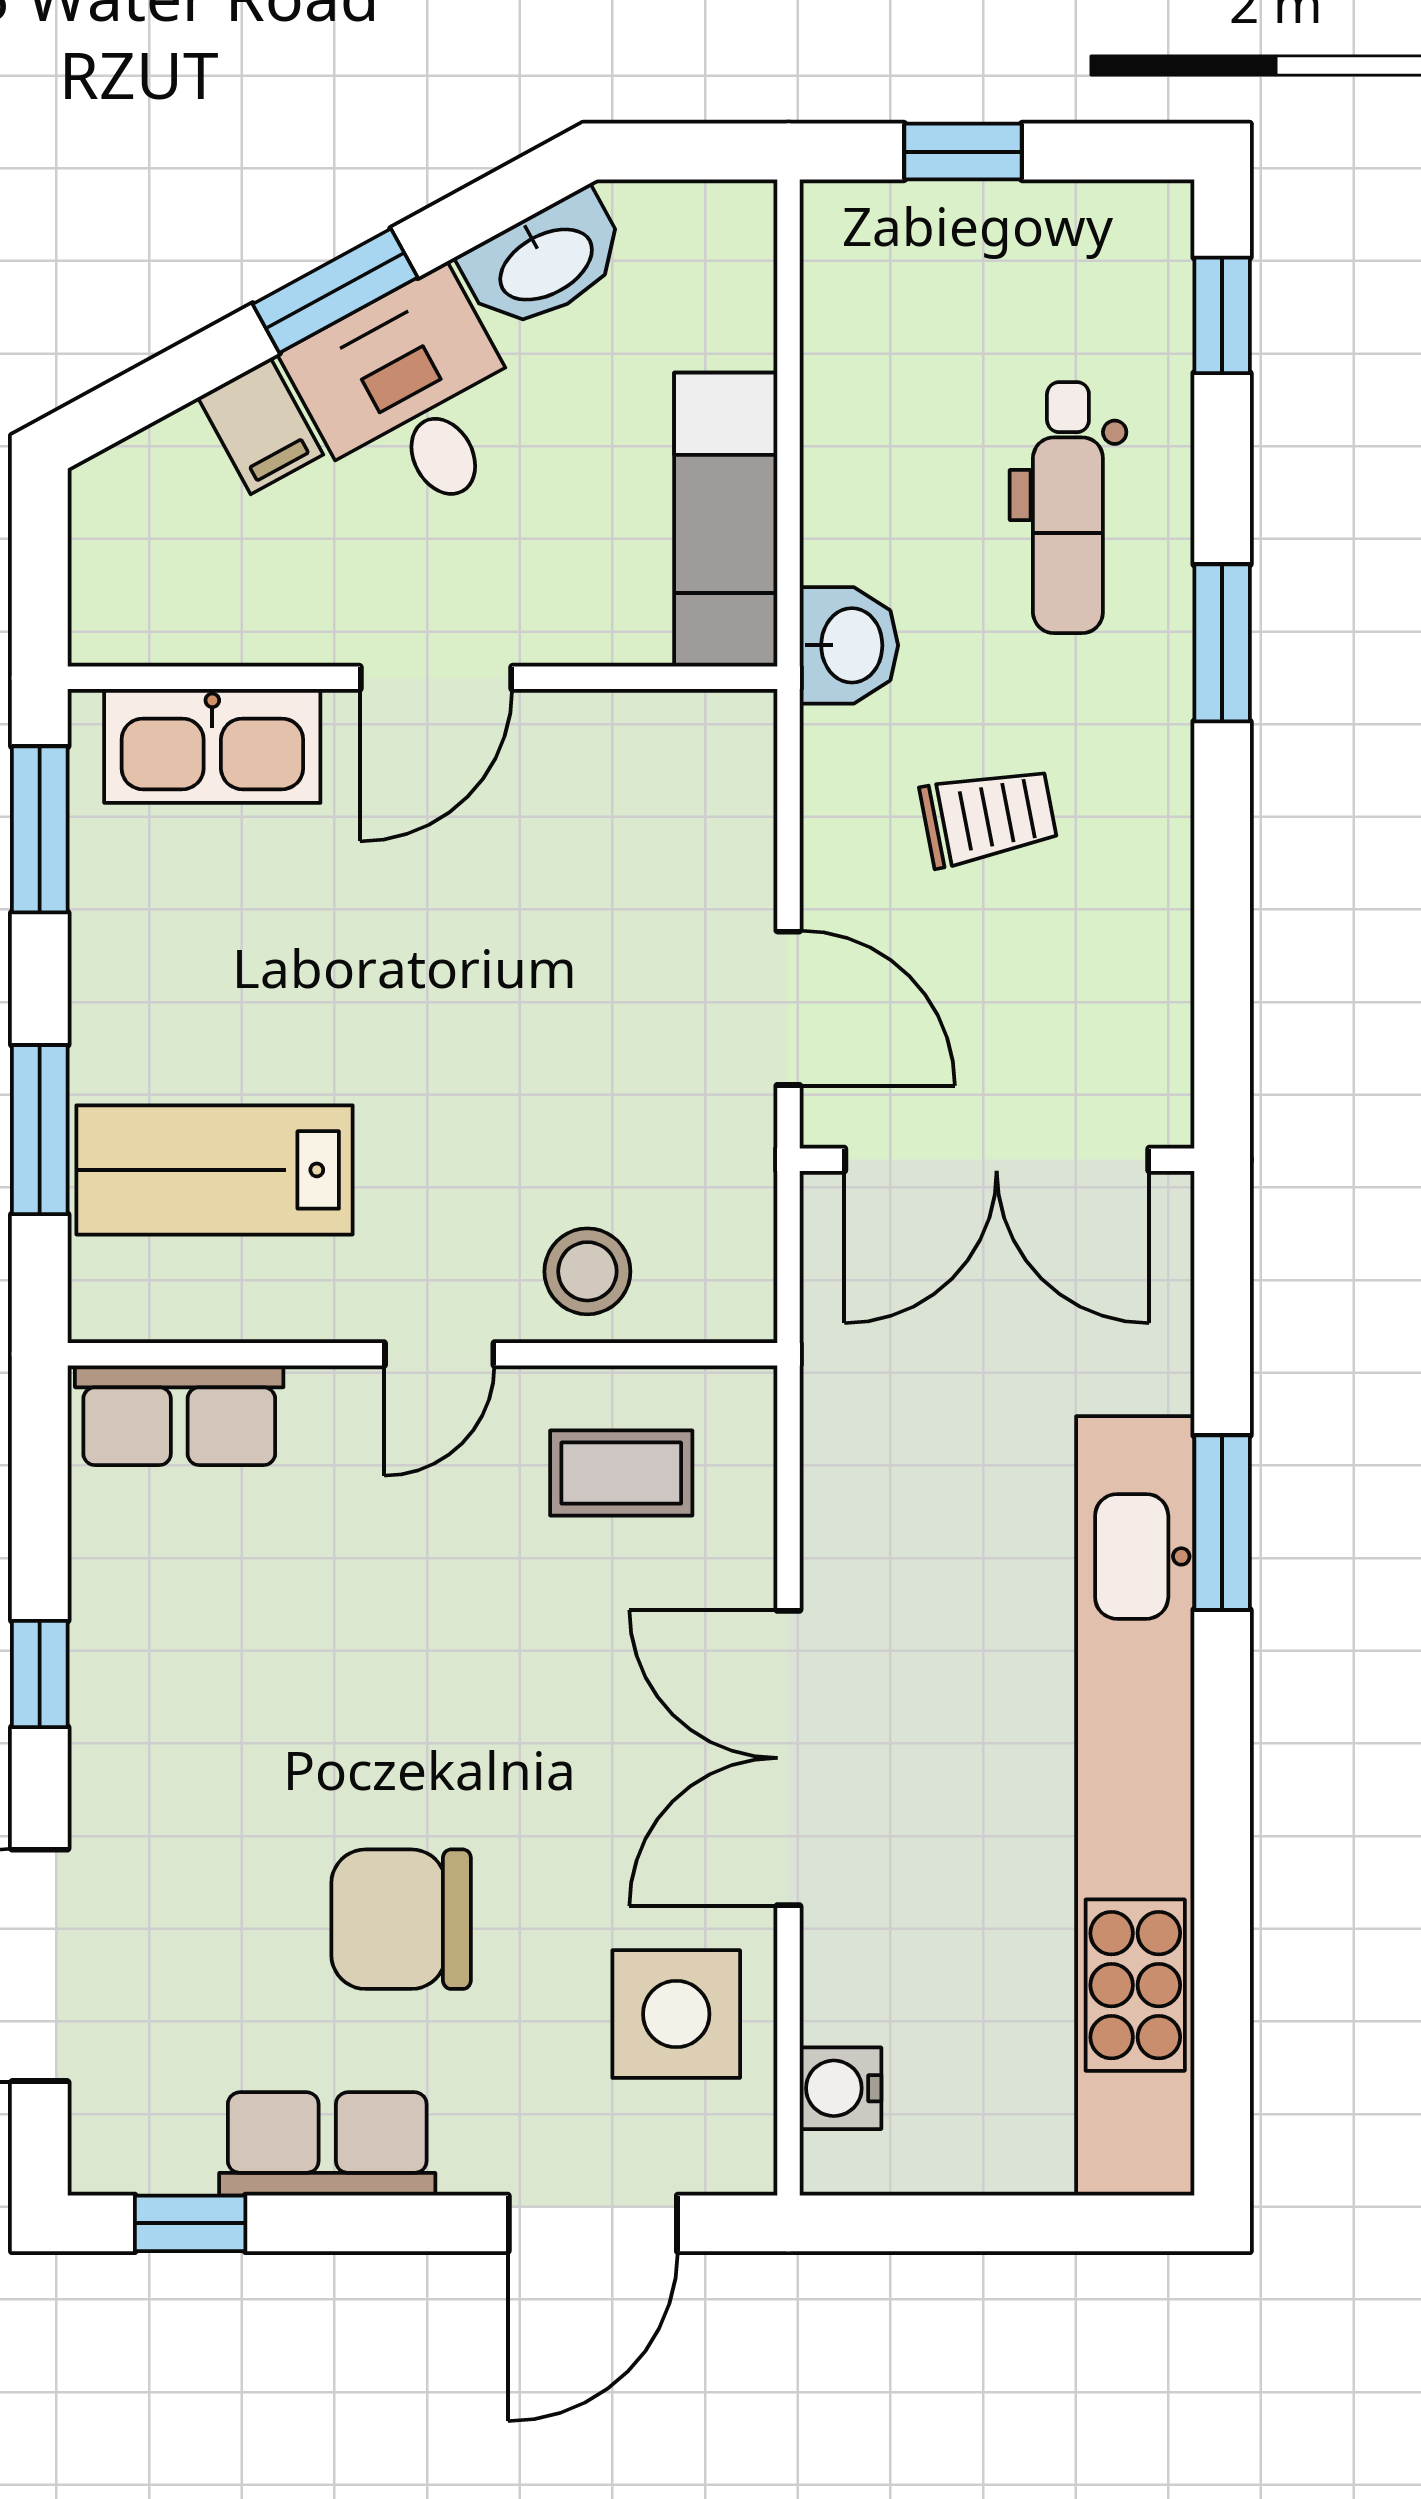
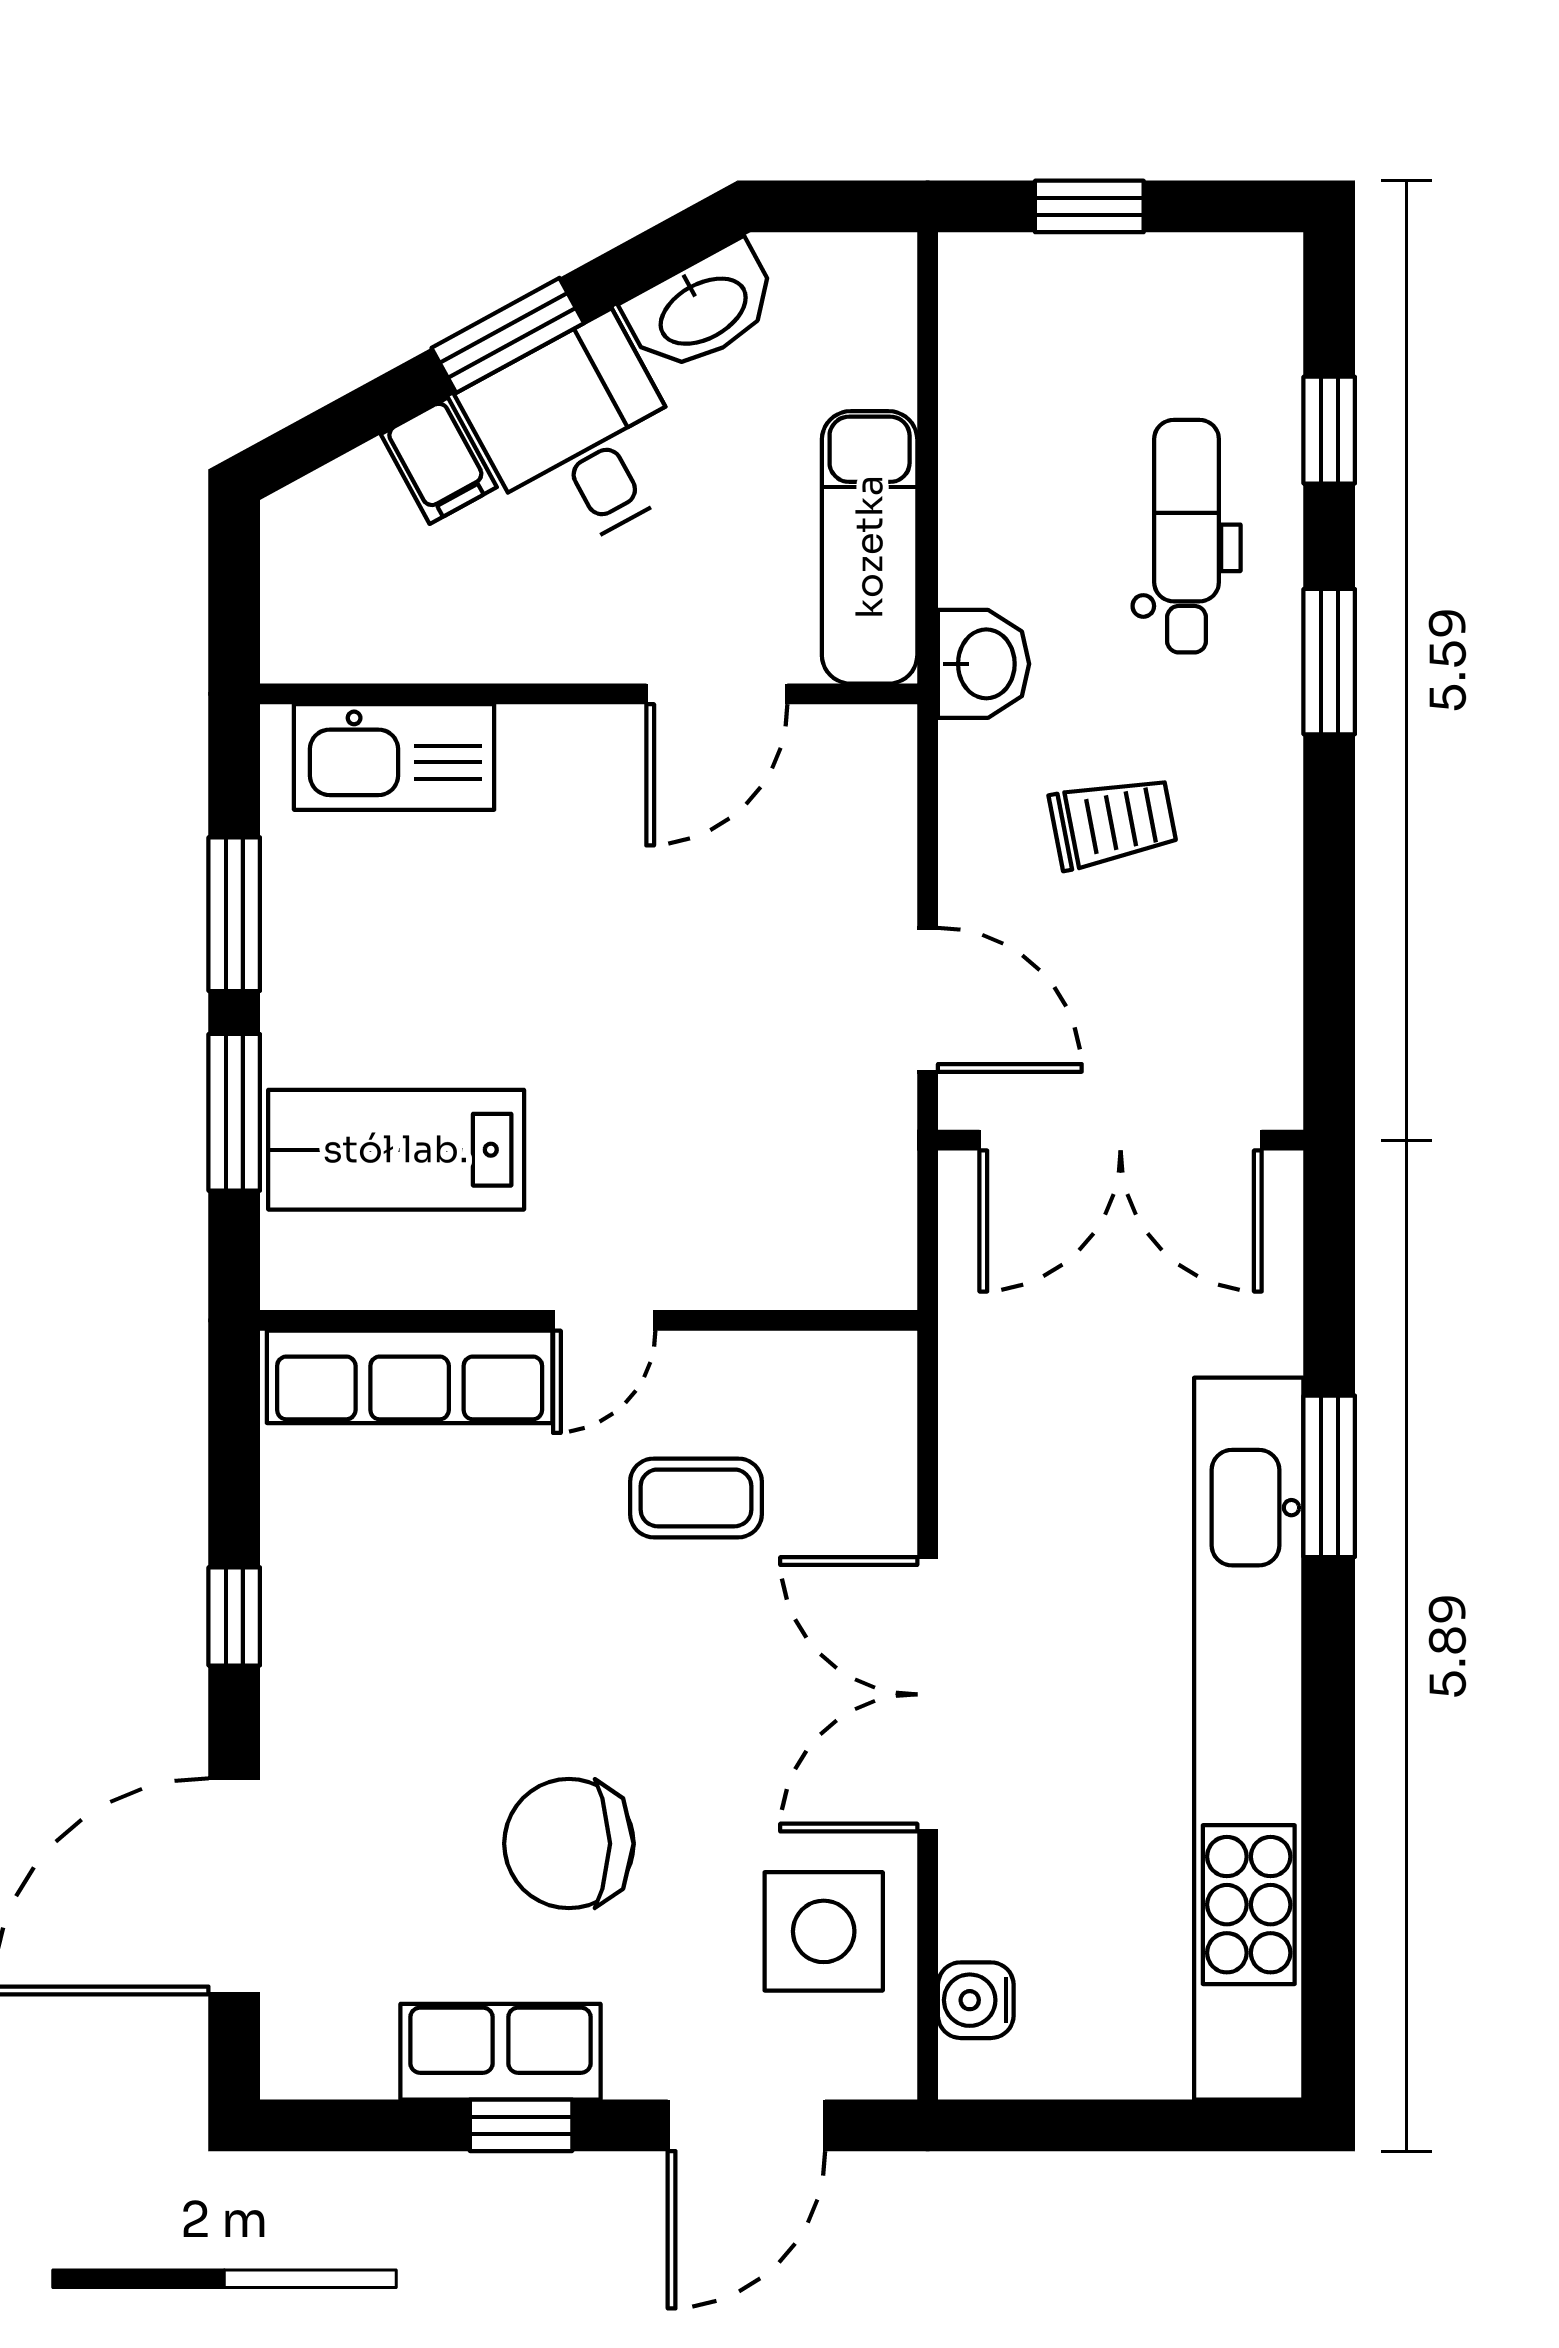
window: (1222, 315) -> (1329, 430), moved
dental chair: (1068, 508) -> (1187, 536), turned 180
door: (436, 678) -> (717, 694), moved
window: (40, 829) -> (234, 914), moved
stool: (587, 1271) -> (741, 1244), removed
row of seats: (179, 1415) -> (410, 1377), width x1.48
coffee table: (621, 1473) -> (696, 1498), moved
window: (190, 2223) -> (521, 2125), moved

